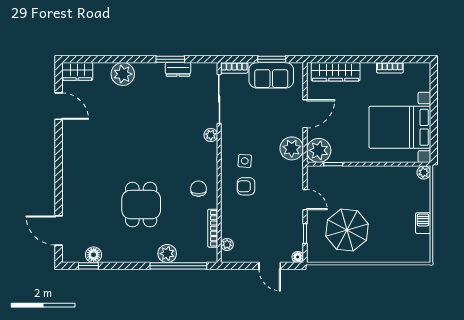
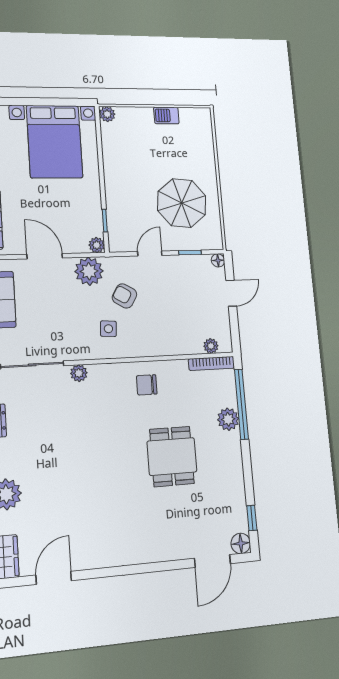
plant: (319, 150) -> (97, 245), width x0.53, depth x0.53
armchair: (246, 186) -> (124, 296), moved, turned 121
dining table: (141, 205) -> (172, 456), turned 90
bookcase: (213, 228) -> (211, 364), moved
floor lamp: (94, 255) -> (241, 543), moved

